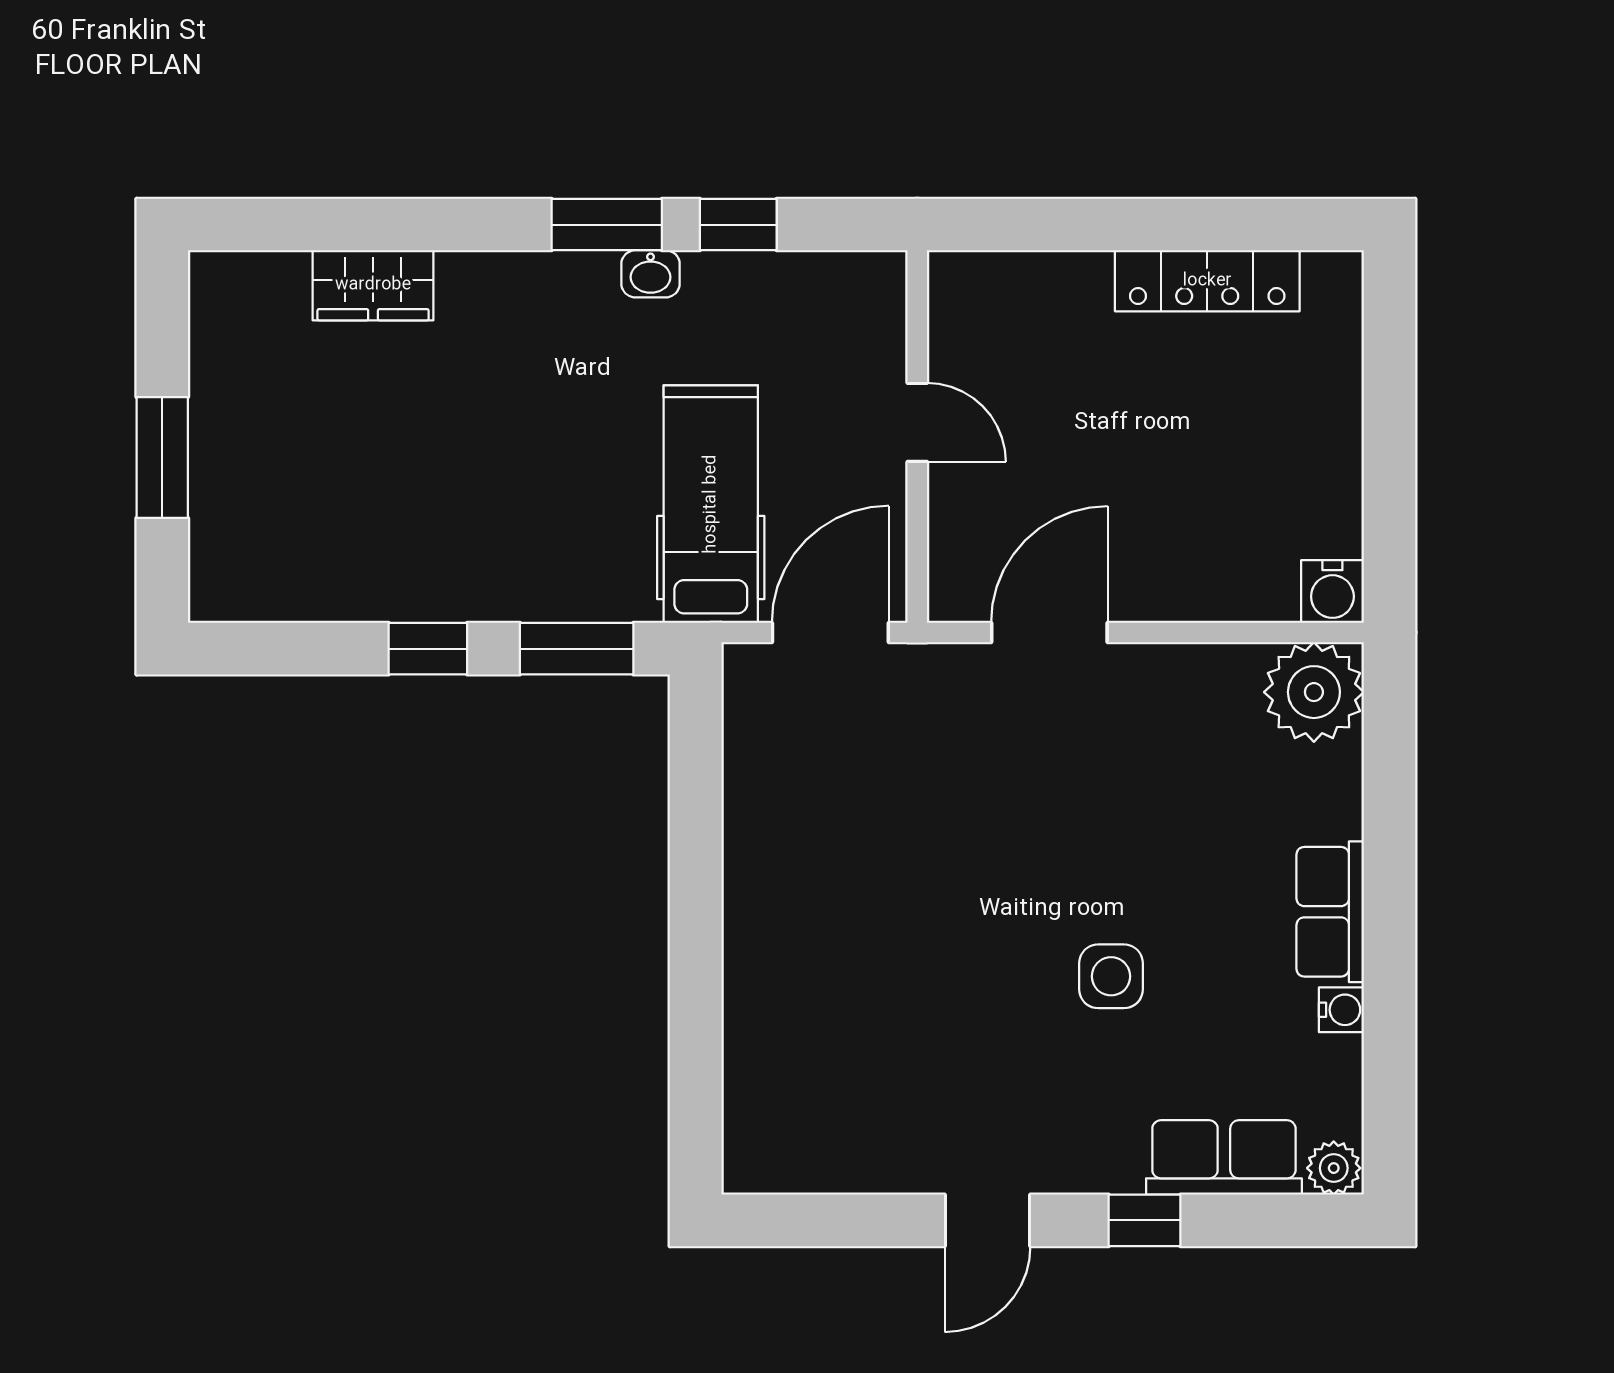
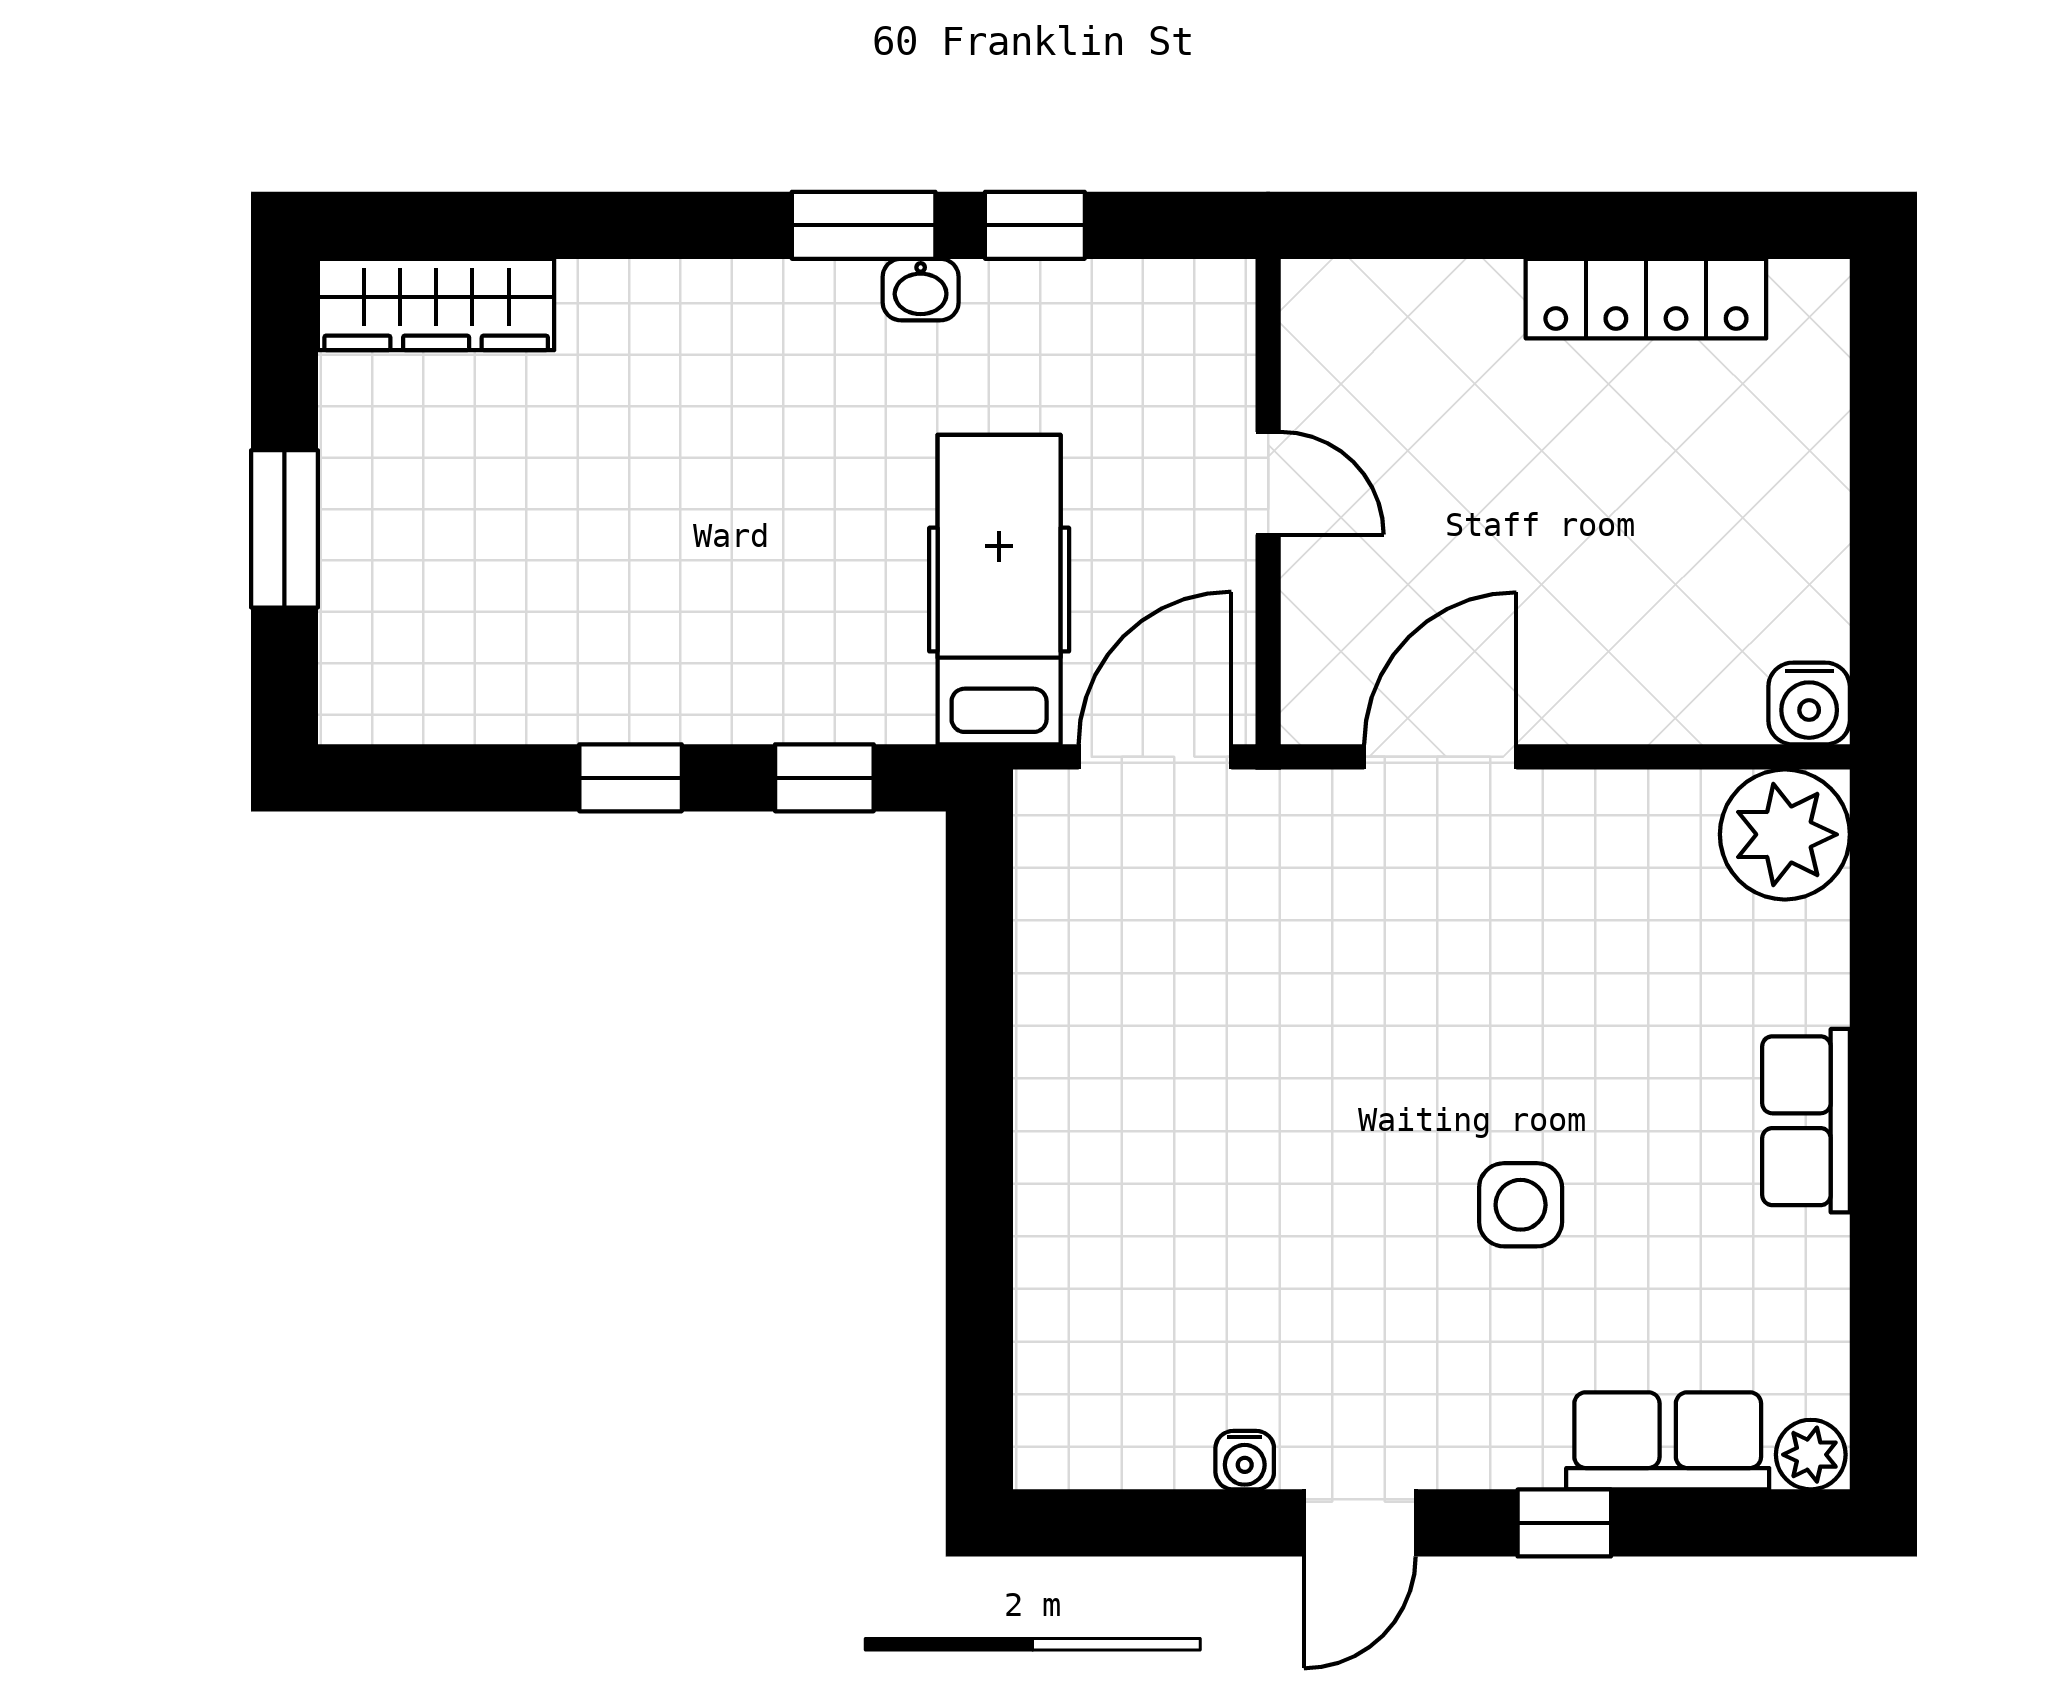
wardrobe: (373, 285) -> (436, 304), moved, width x1.50
window: (577, 649) -> (824, 778), width x0.67
water cooler: (1341, 1010) -> (1245, 1460), moved, turned 90

